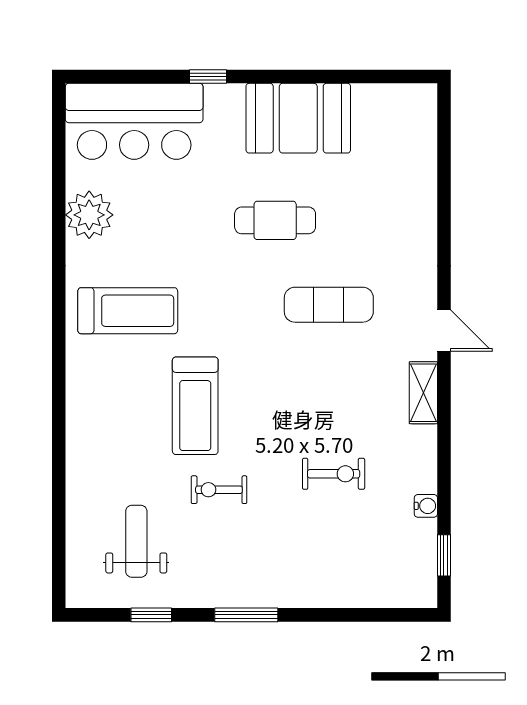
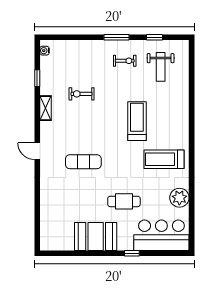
cafe table: (275, 220) -> (124, 201), moved
shelving: (423, 393) -> (45, 108), moved
exercise bike: (219, 490) -> (125, 61), moved
water cooler: (426, 506) -> (44, 51), moved
window: (444, 555) -> (37, 78), moved

